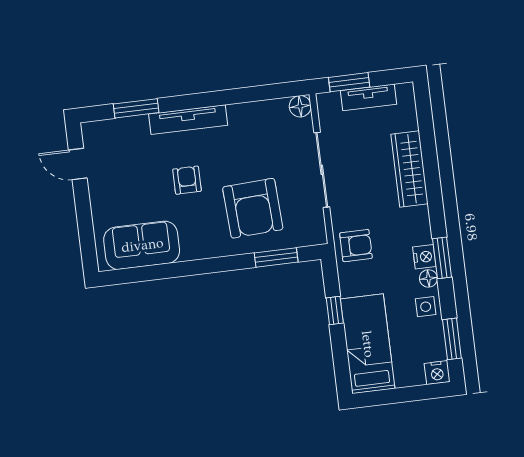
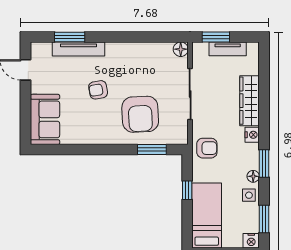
tv unit: (188, 120) -> (79, 49), moved
armchair: (187, 180) -> (98, 90), turned -100
sofa: (142, 245) -> (45, 119), moved, turned 90
nightstand: (424, 257) -> (252, 135), moved

